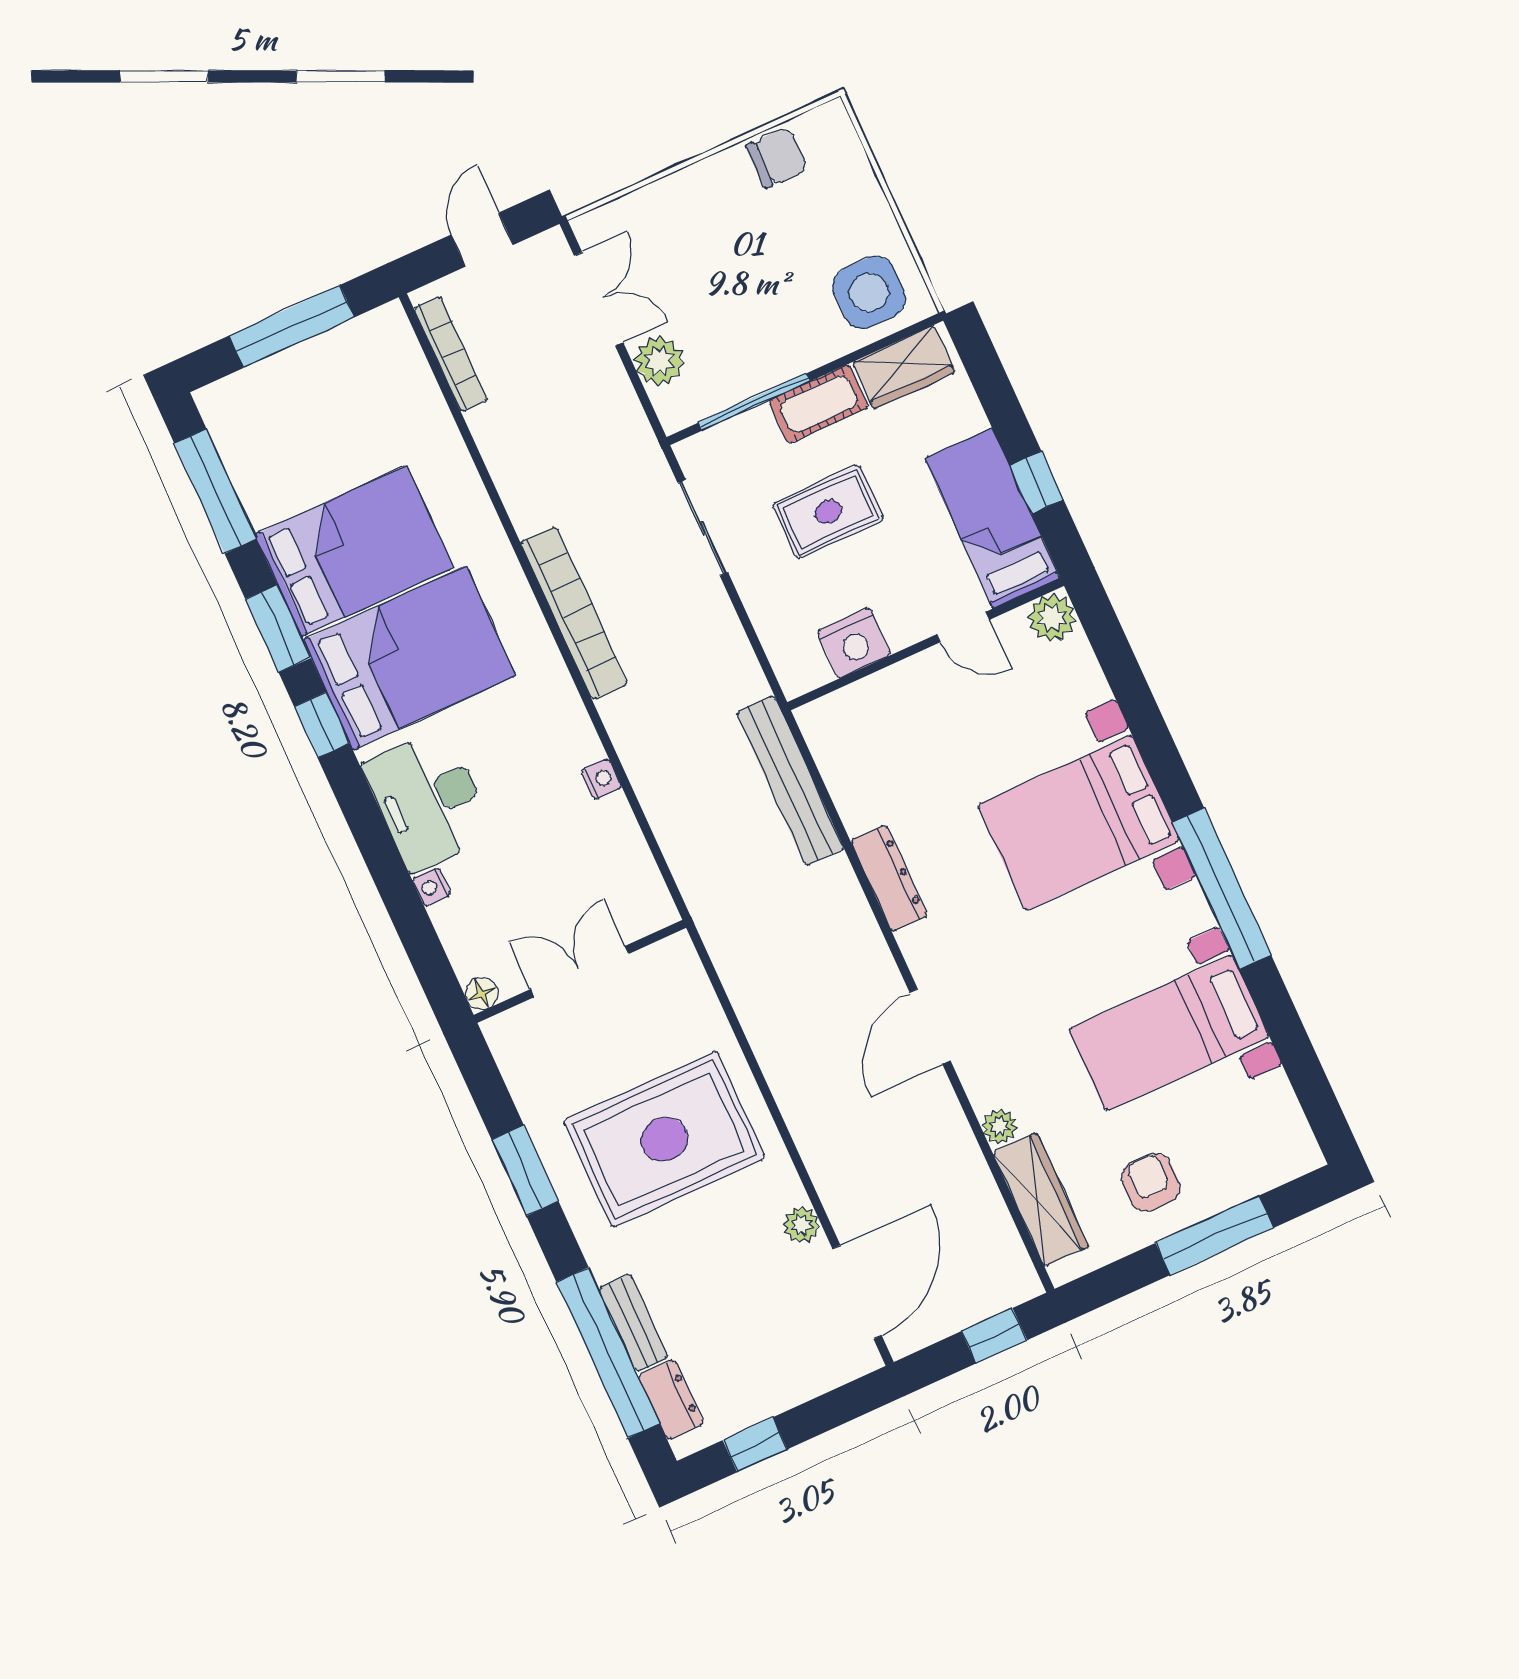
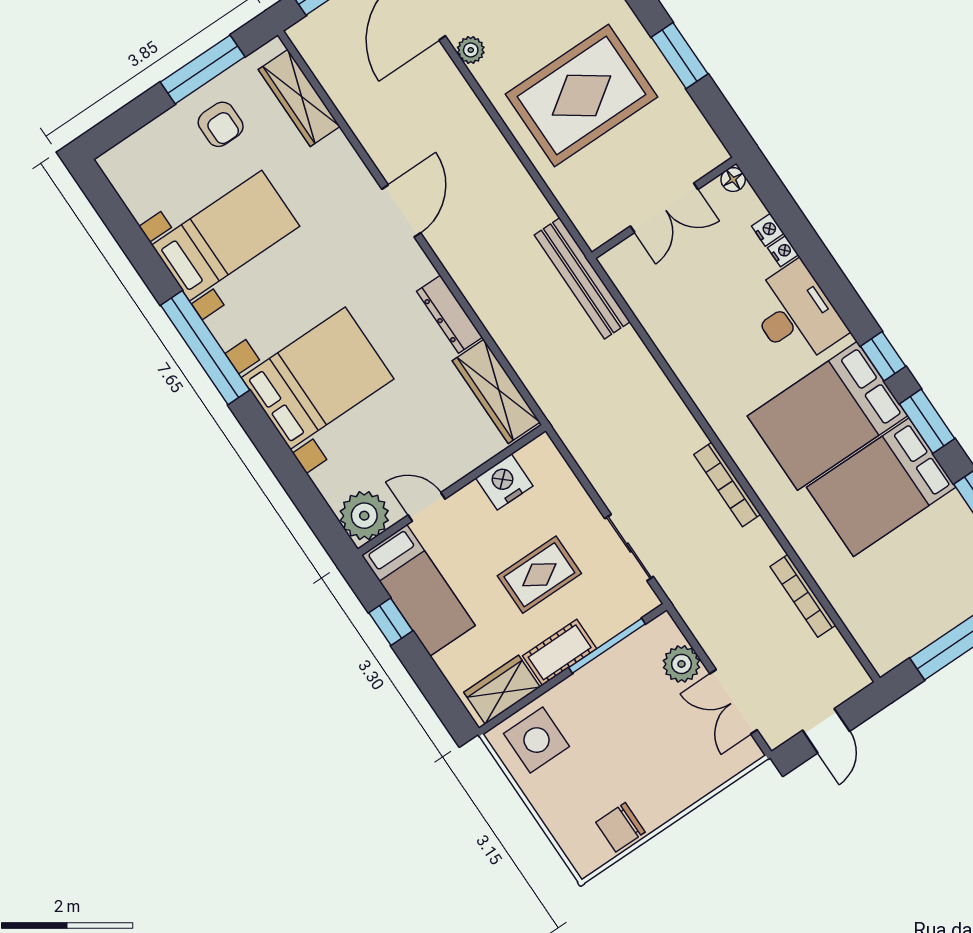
bookcase: (451, 354) -> (803, 596), moved
bookcase: (574, 613) -> (727, 484), width x0.68, depth x0.76
plant: (1052, 618) -> (364, 516), width x1.36, depth x1.36
wardrobe: (844, 765) -> (496, 391), added
nightstand: (601, 779) -> (768, 230), moved, turned 180
bench: (790, 781) -> (582, 278), moved
plant: (999, 1126) -> (338, 146), removed
window: (1215, 1235) -> (203, 69), moved

